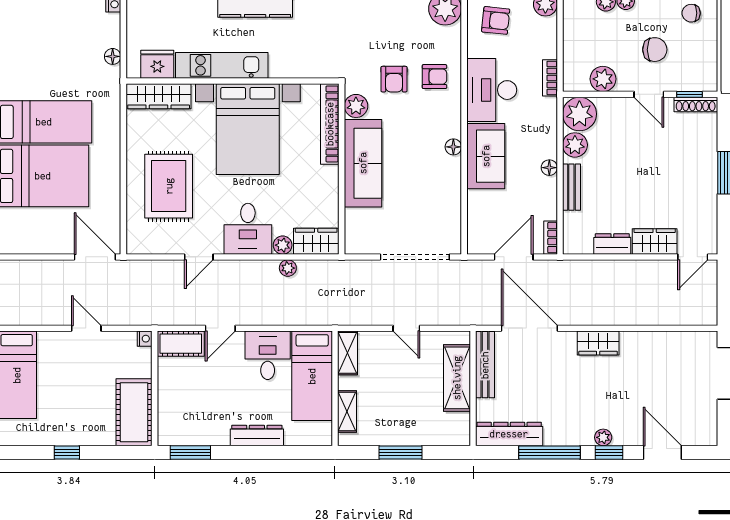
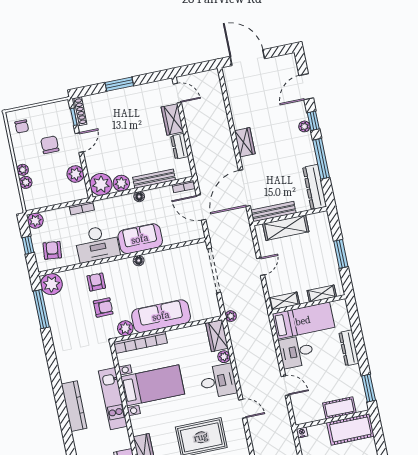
kitchen unit: (222, 65) -> (113, 399), moved
bed with nightstands: (248, 129) -> (153, 385), width x0.73
bench: (571, 187) -> (154, 179), width x1.36
plant: (288, 268) -> (231, 316), moved
cot: (181, 344) -> (339, 408), moved, turned 90

